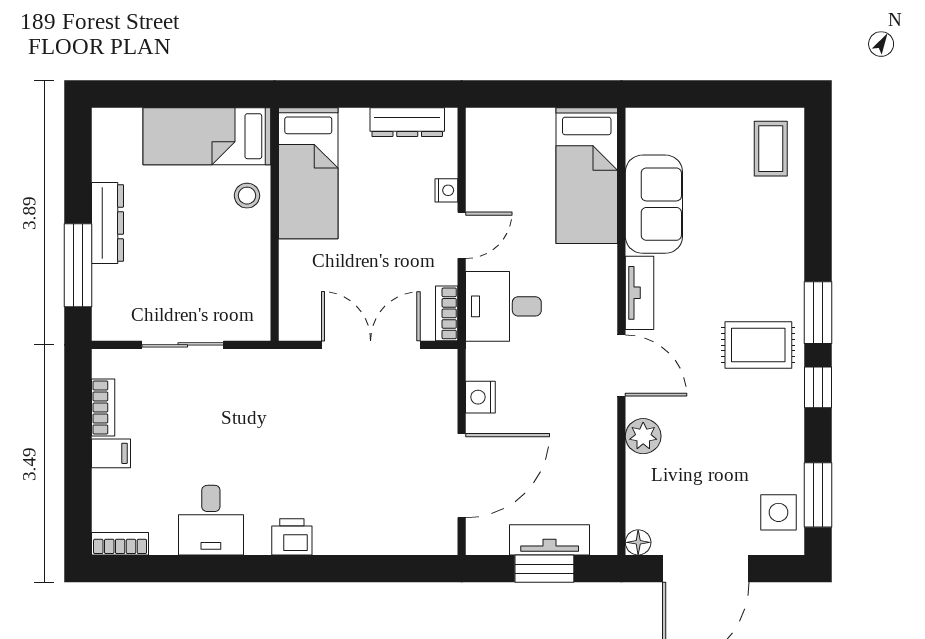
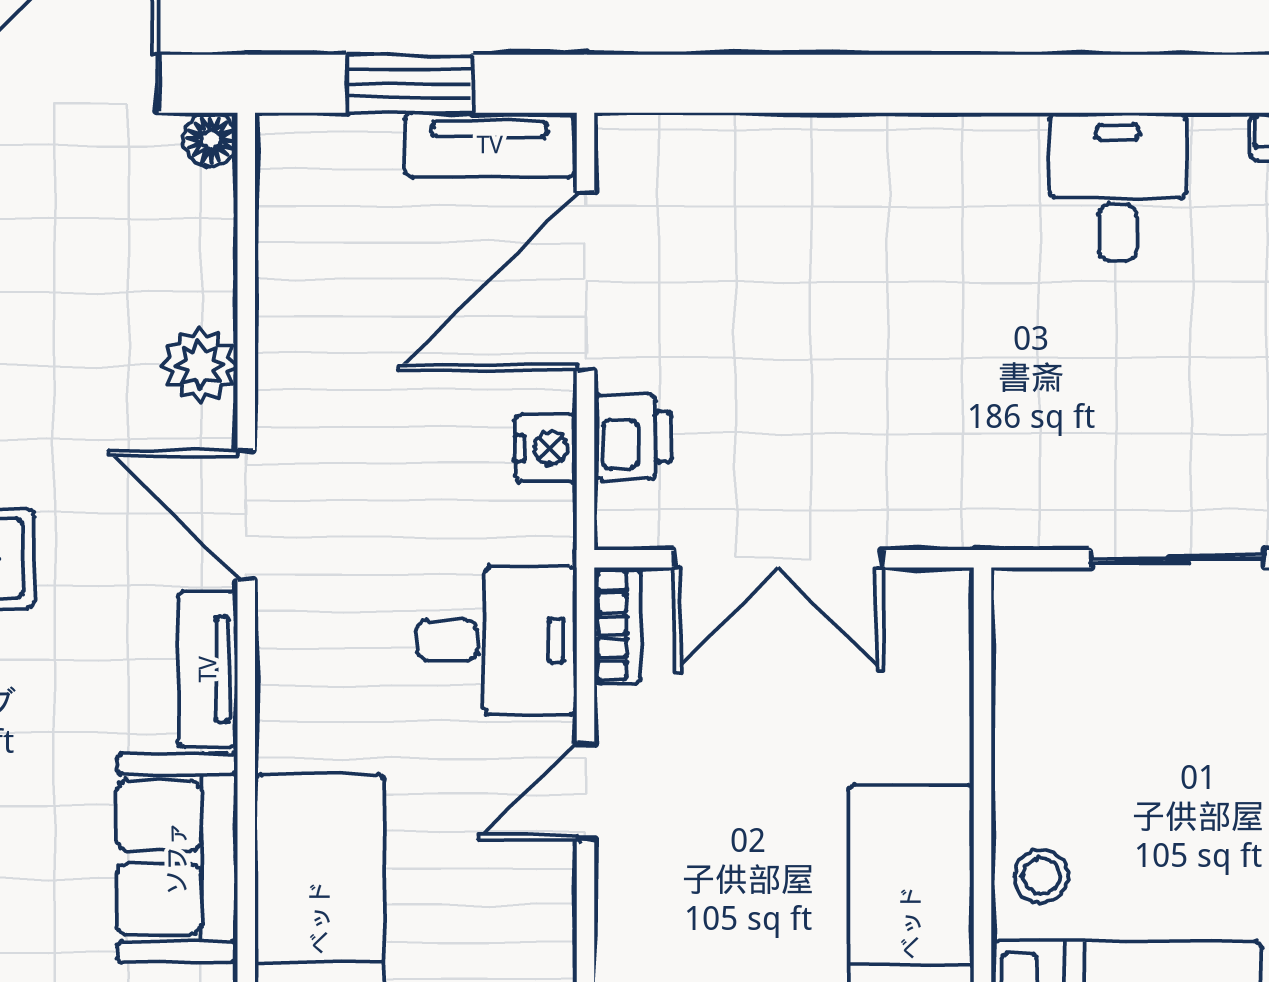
nightstand: (446, 190) -> (618, 887), removed
printer: (292, 537) -> (633, 437), moved, turned -90
tv unit: (550, 540) -> (490, 145), moved

